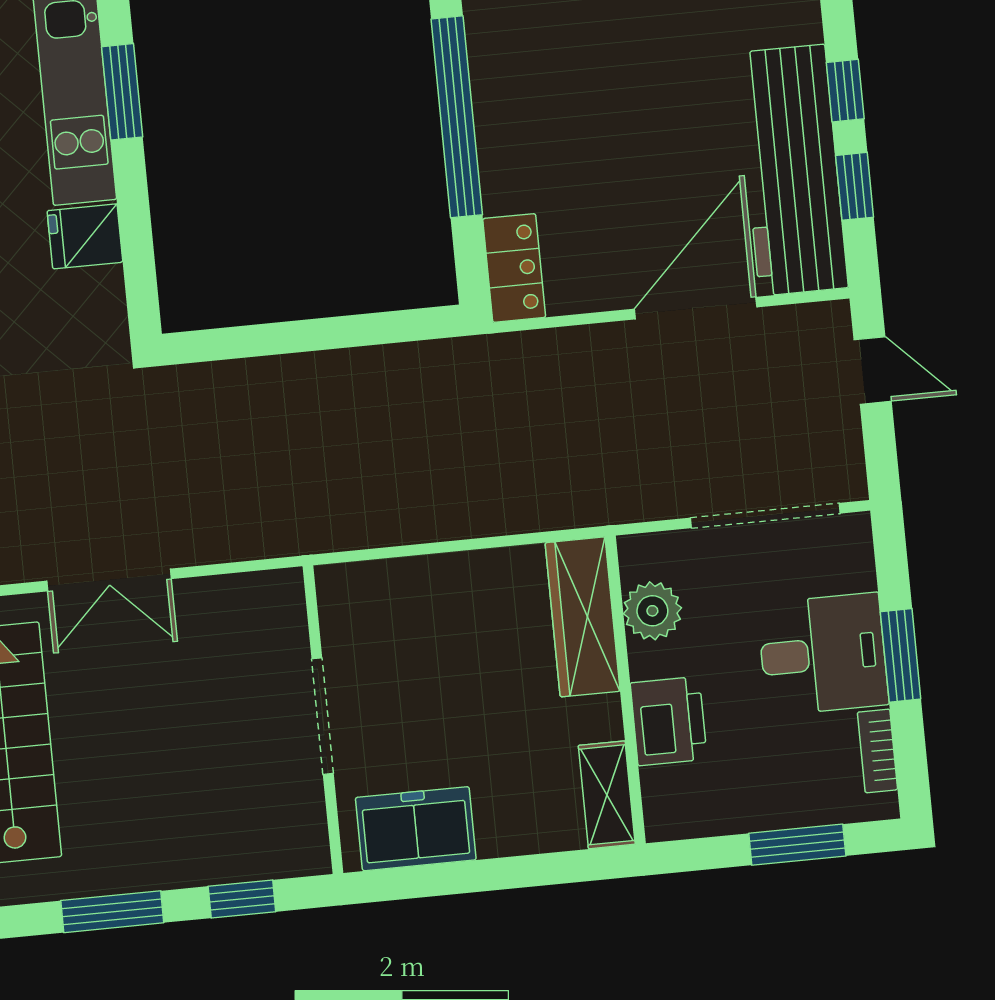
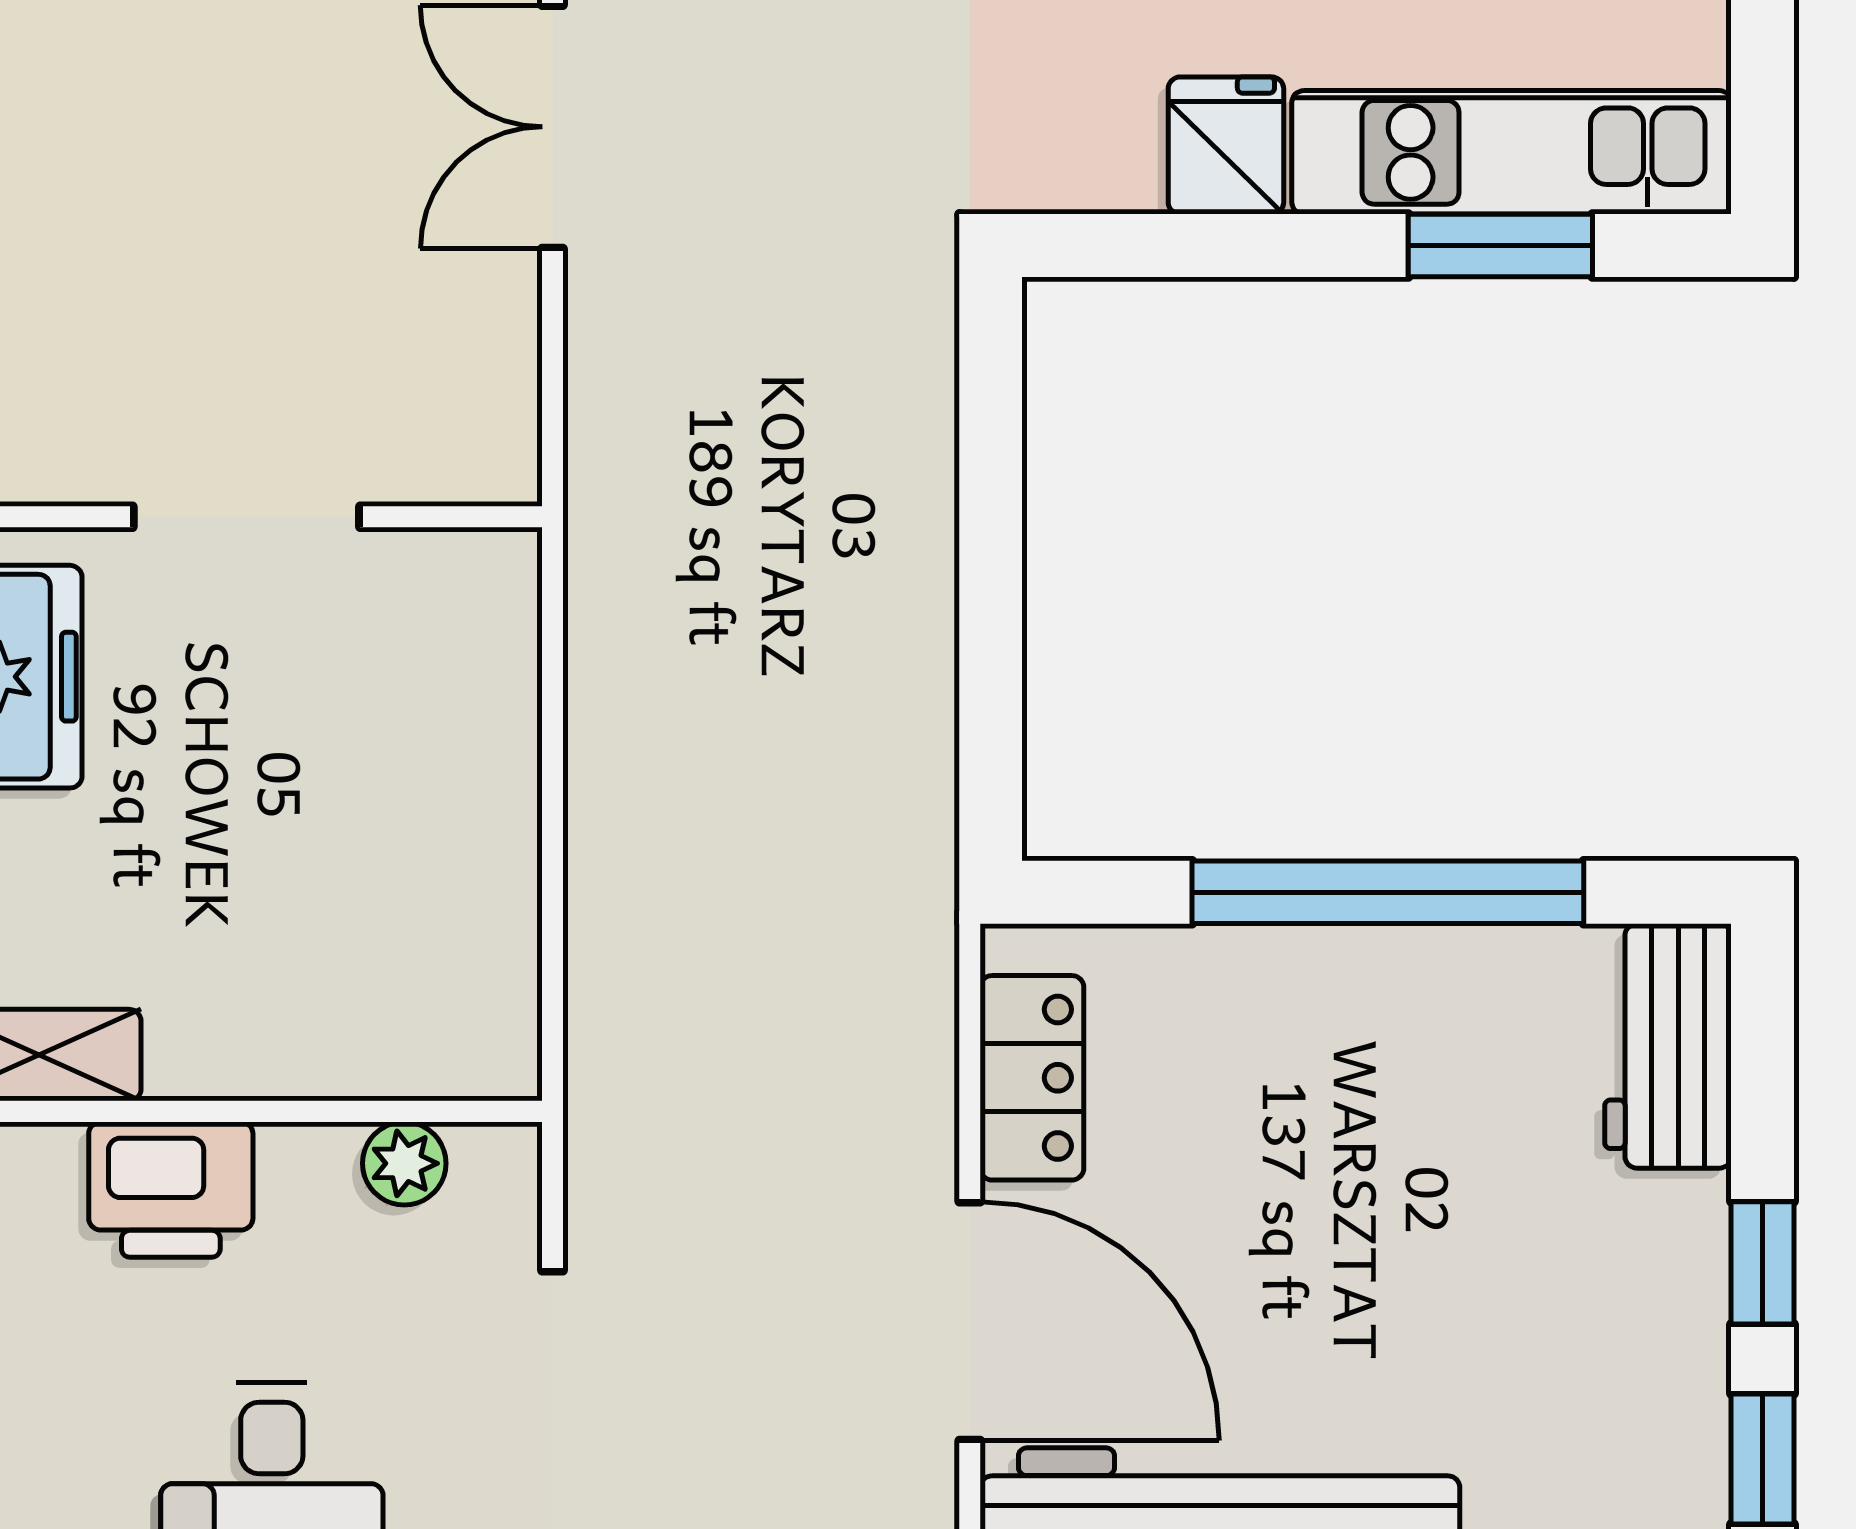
locker: (514, 268) -> (1032, 1078), moved, turned -90
plant: (652, 611) -> (404, 1163), width x0.73, depth x0.73
wardrobe: (583, 617) -> (390, 1042), removed

